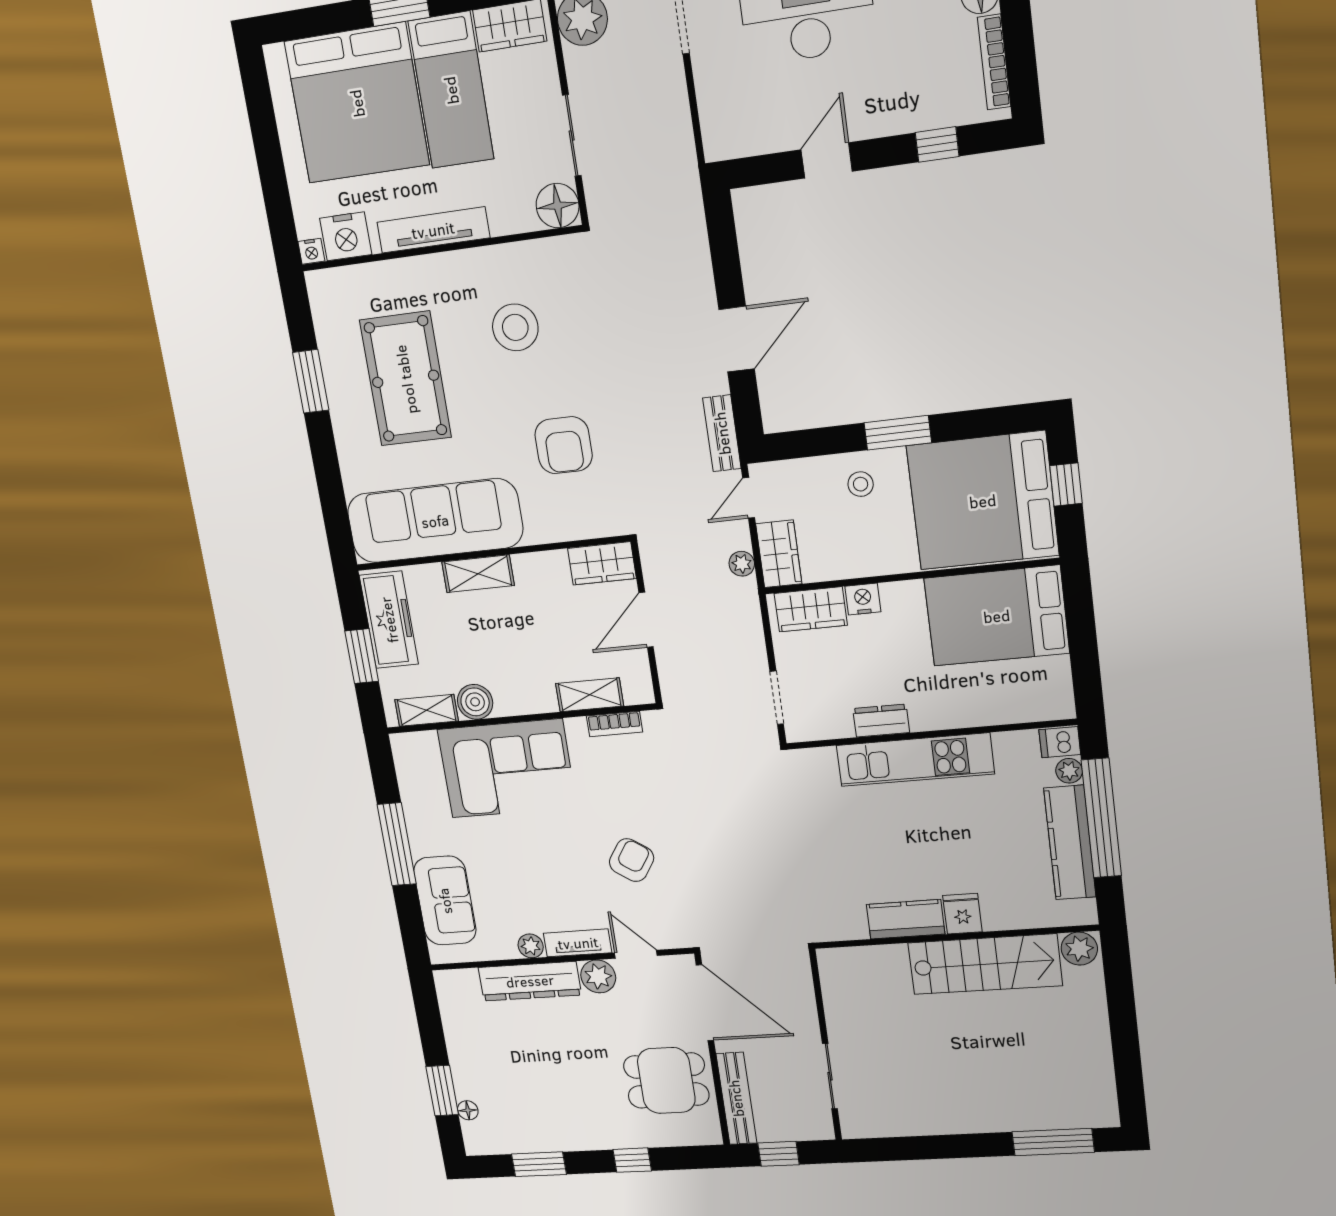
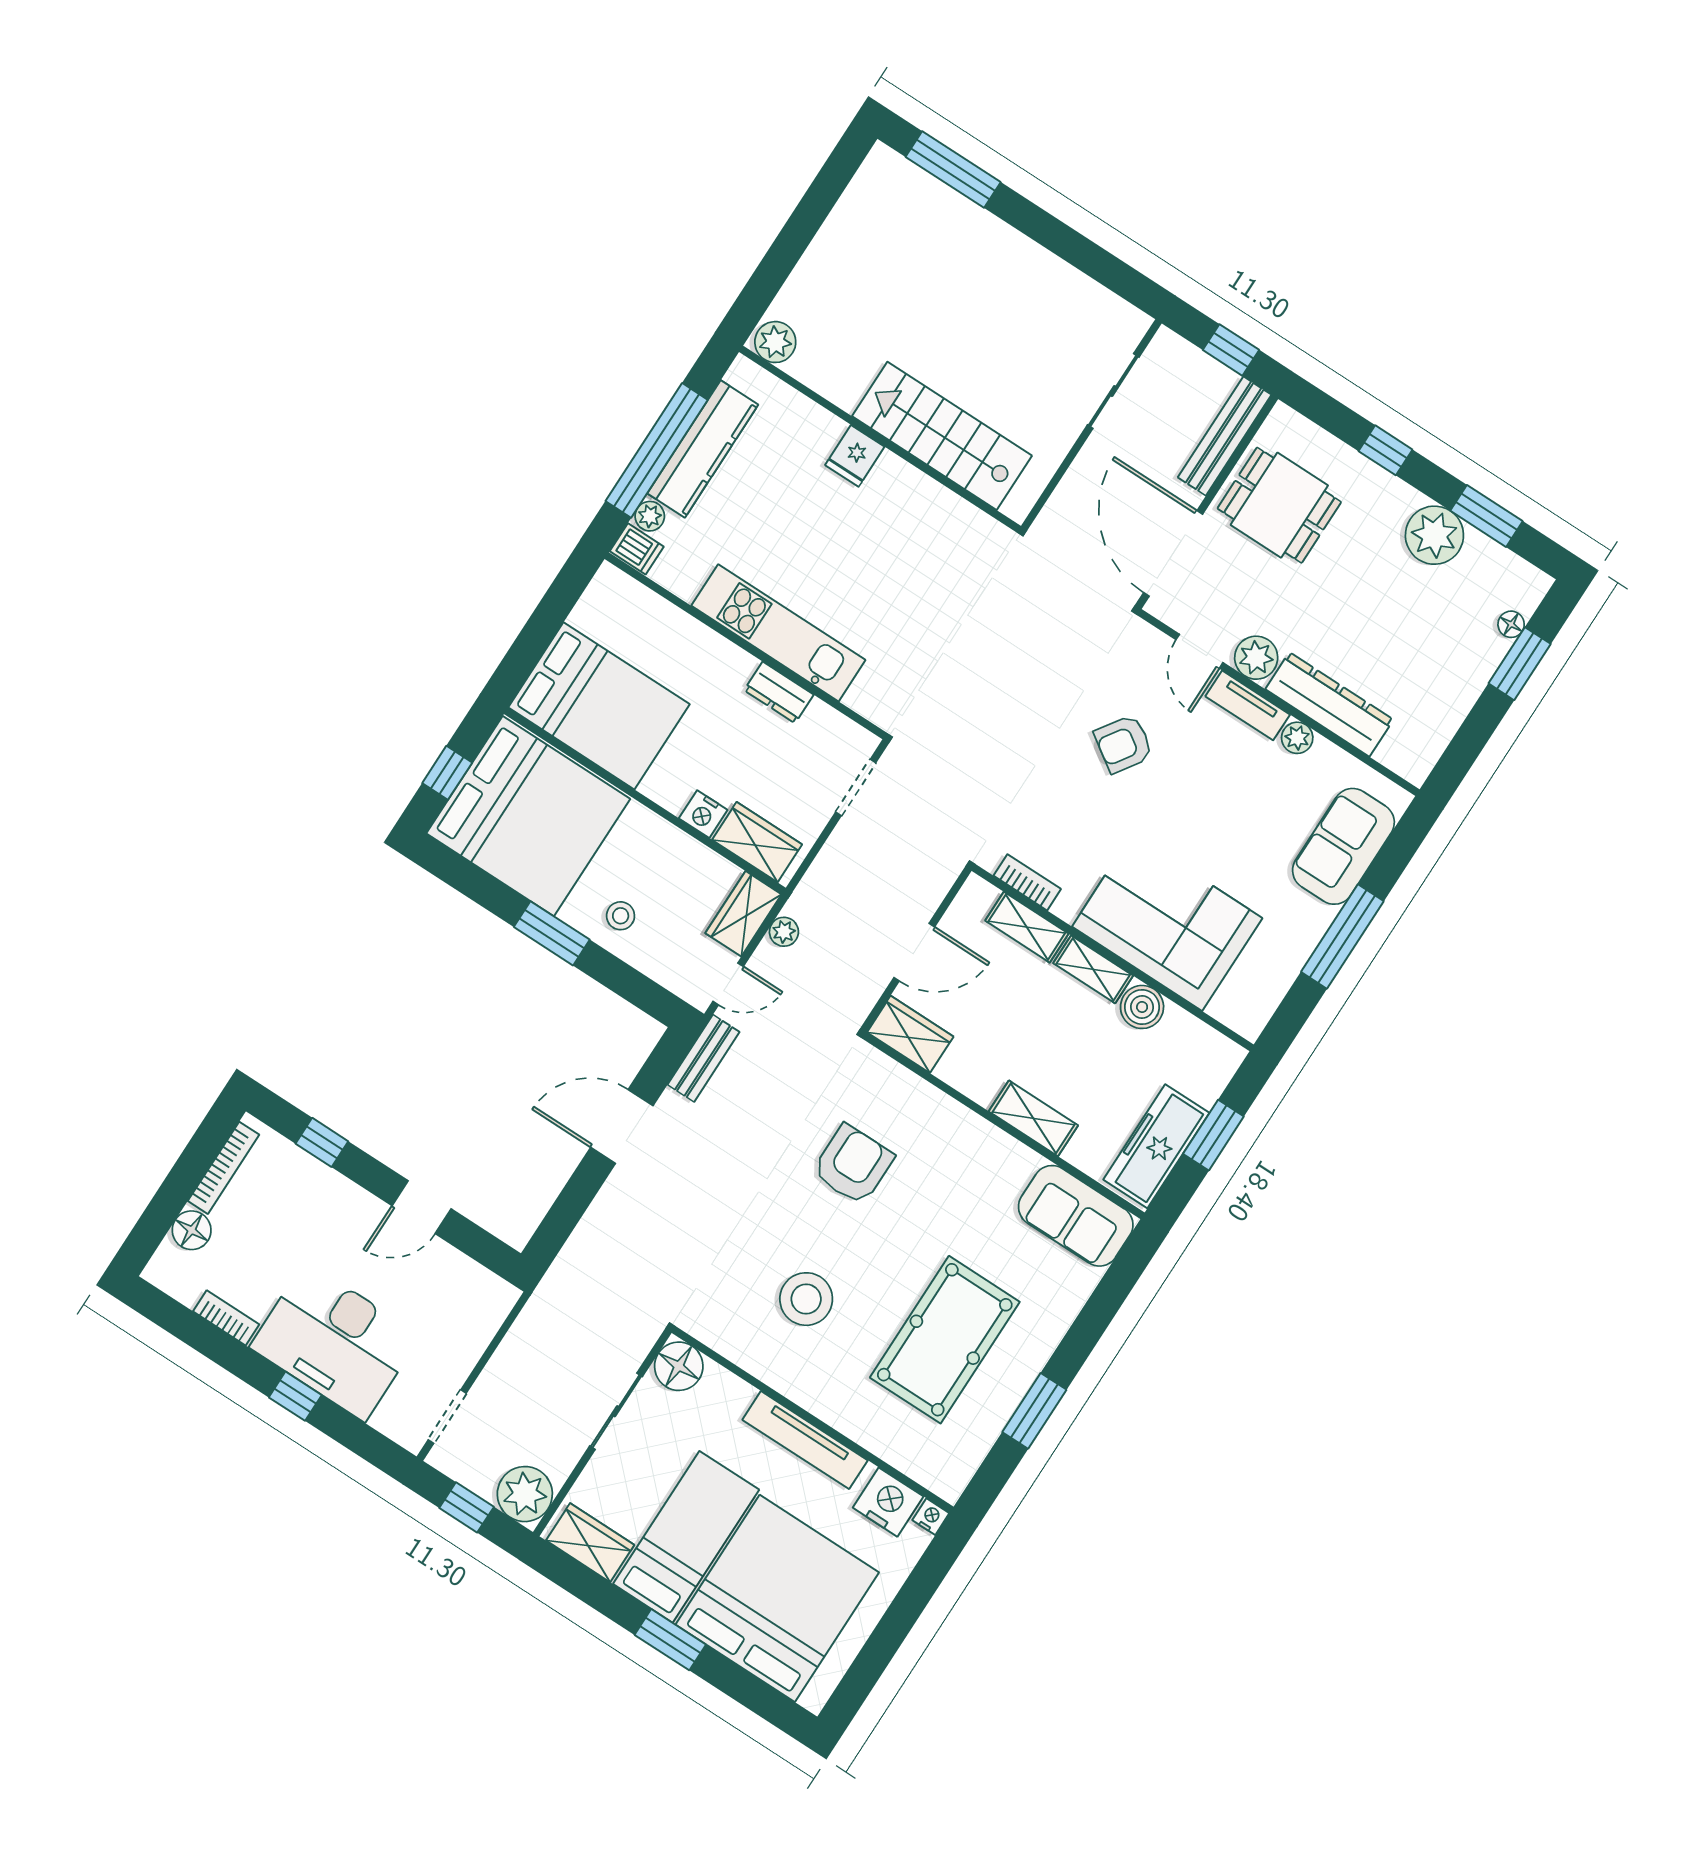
sofa: (435, 521) -> (1076, 1216), width x0.54, depth x0.79
shelving: (427, 710) -> (1093, 969), moved
kitchen counter: (906, 919) -> (912, 490), removed
stairs: (985, 964) -> (942, 436), moved
plant: (559, 1130) -> (1434, 535), added

